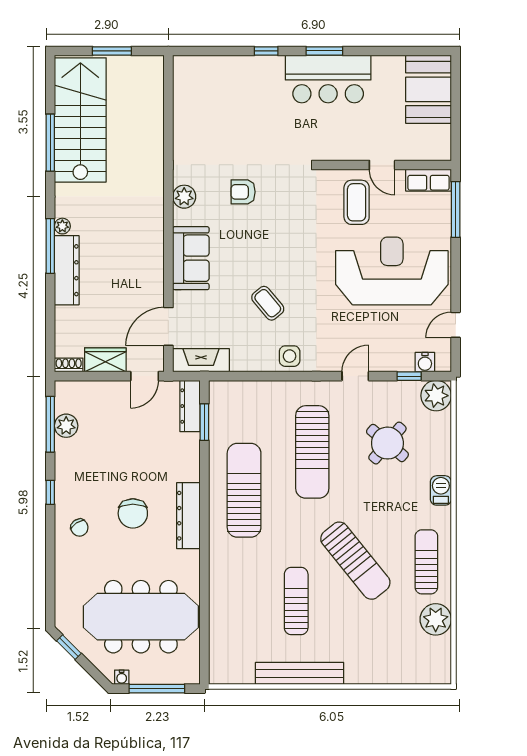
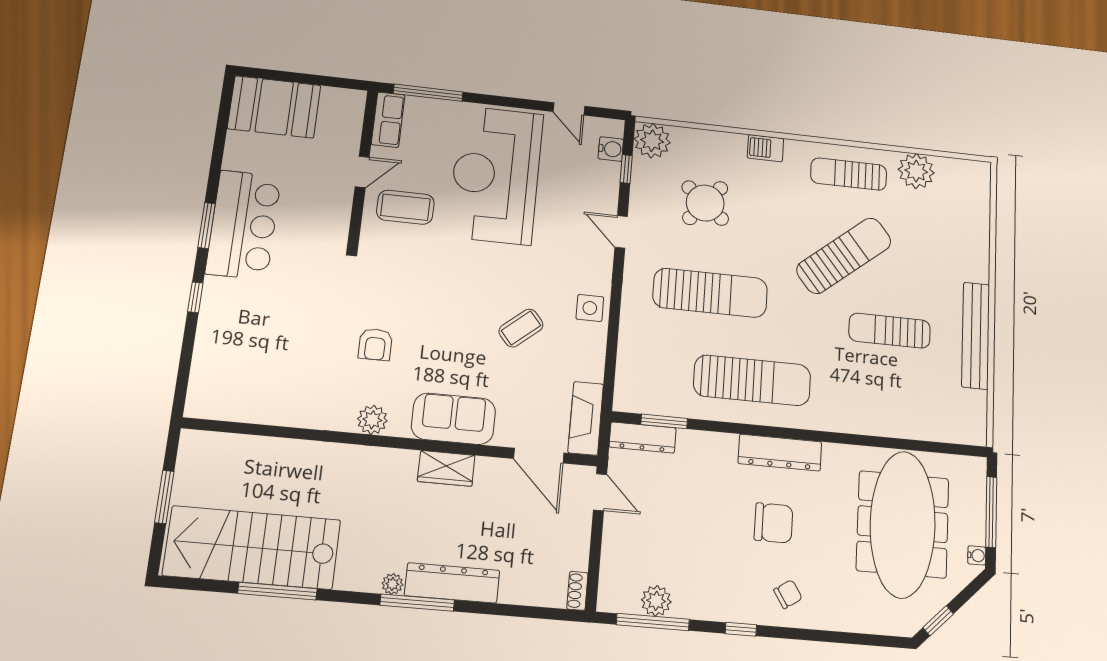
wardrobe: (105, 360) -> (446, 468), moved, turned -90
sun lounger: (244, 490) -> (752, 380), turned 180

